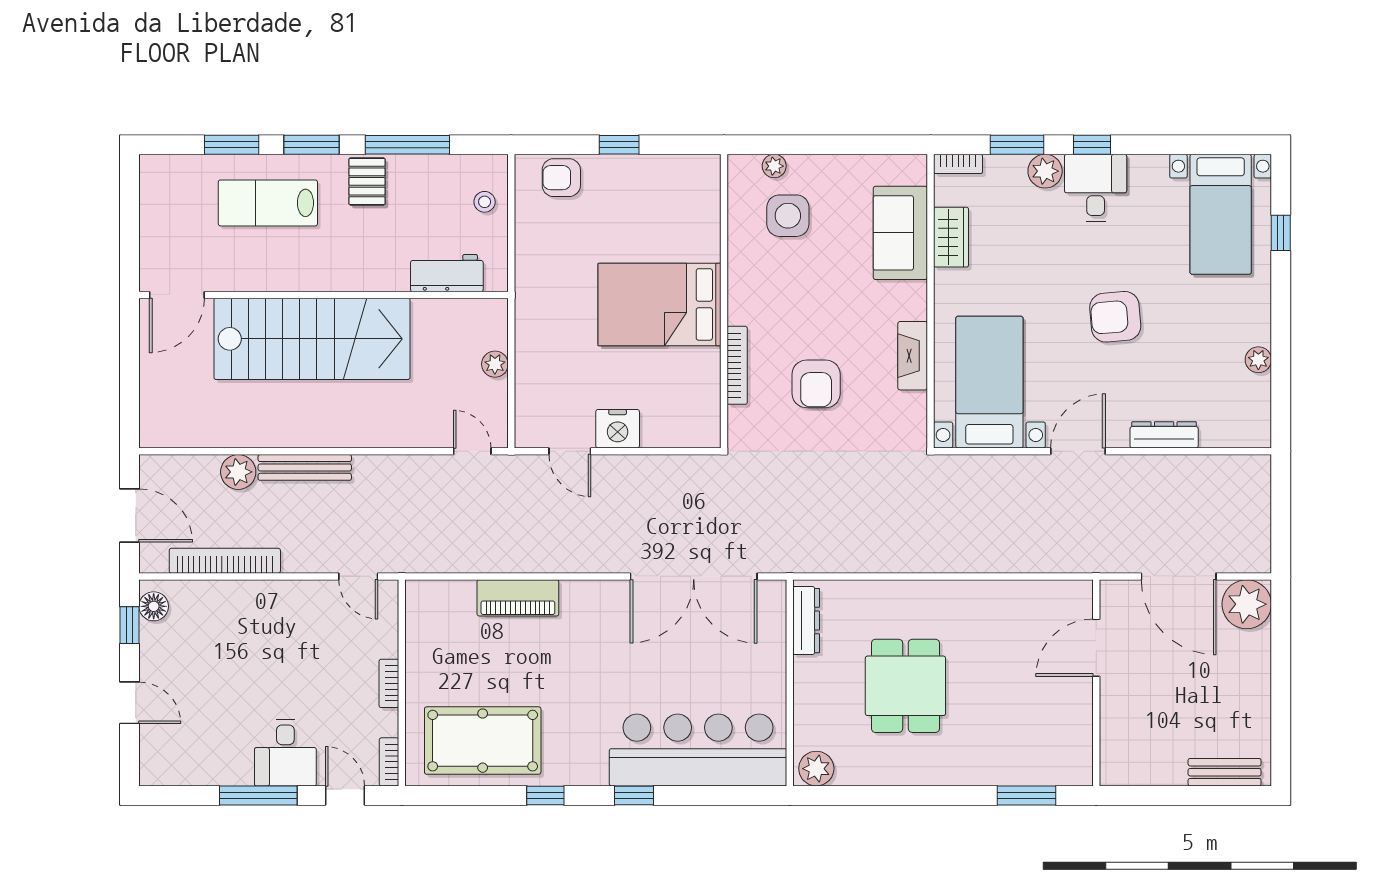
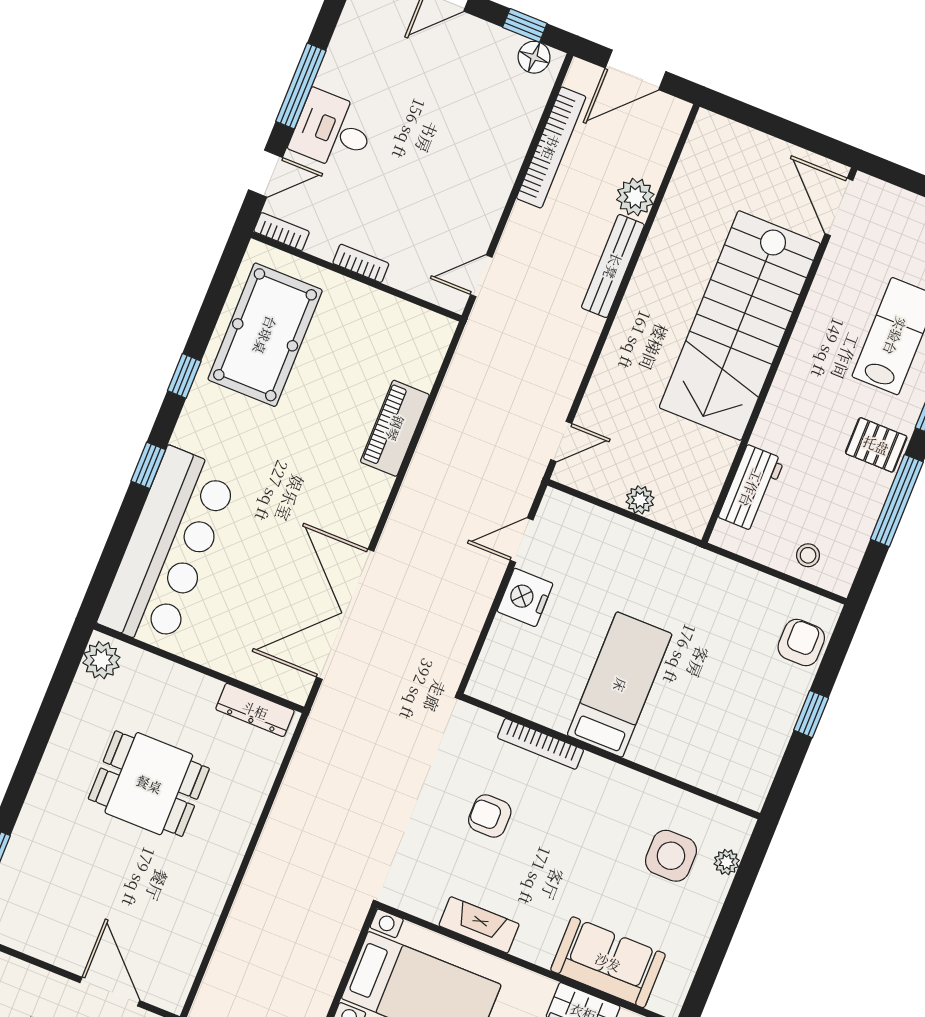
bed: (659, 304) -> (620, 685), width x0.67
armchair: (816, 384) -> (490, 816), width x0.72, depth x0.72

